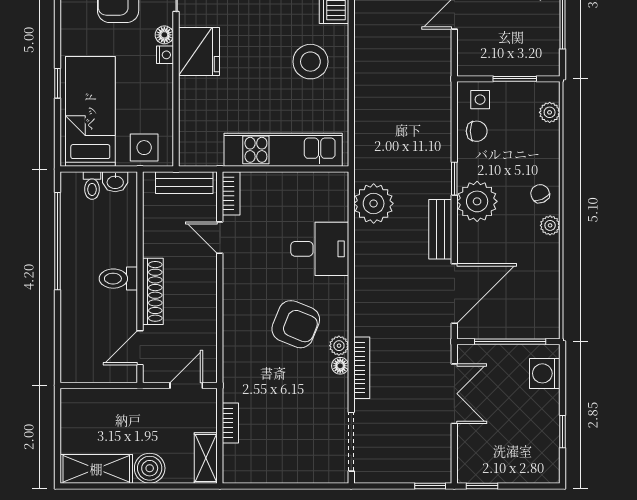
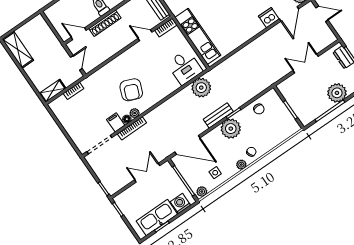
stool: (310, 62) -> (241, 23), removed
side table: (480, 100) -> (215, 173), moved
plant: (550, 112) -> (202, 192), moved
bench: (440, 229) -> (218, 115), moved
door: (220, 238) -> (145, 35), hinge flipped
desk: (320, 249) -> (185, 67), moved
door: (186, 385) -> (76, 63), hinge flipped
filing cabinet: (333, 388) -> (116, 122), added
double door: (454, 394) -> (147, 173), swing flipped
kitchen sink: (541, 430) -> (157, 218), added
boiler: (150, 468) -> (33, 71), removed

